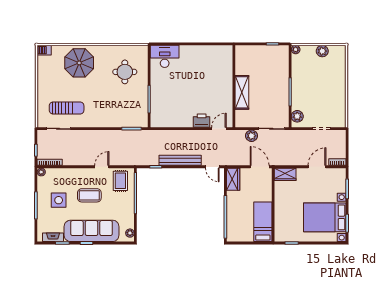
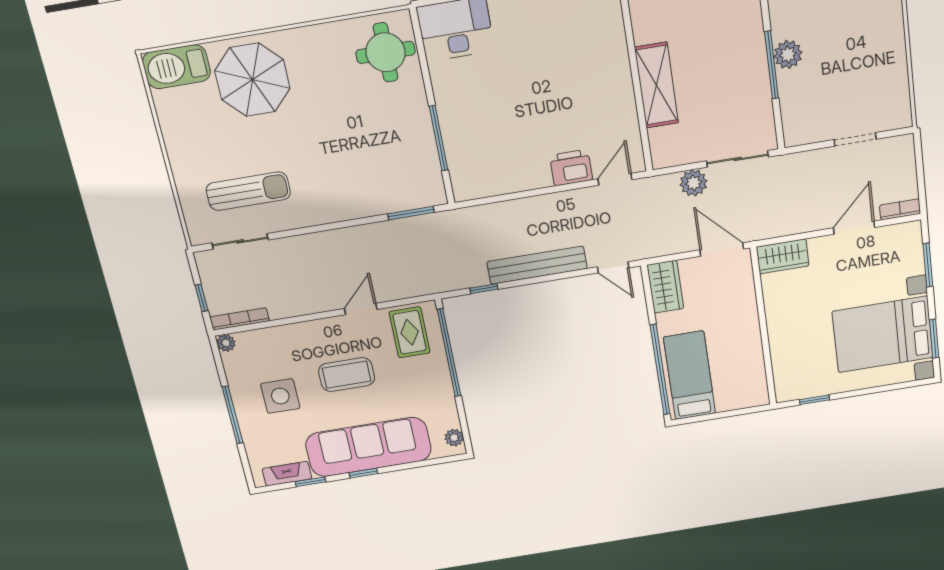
barbecue: (44, 50) -> (176, 67), width x1.88, depth x1.53
round table: (125, 72) -> (386, 52), moved
plant: (297, 116) -> (788, 54), moved
bed: (263, 222) -> (690, 375), moved

